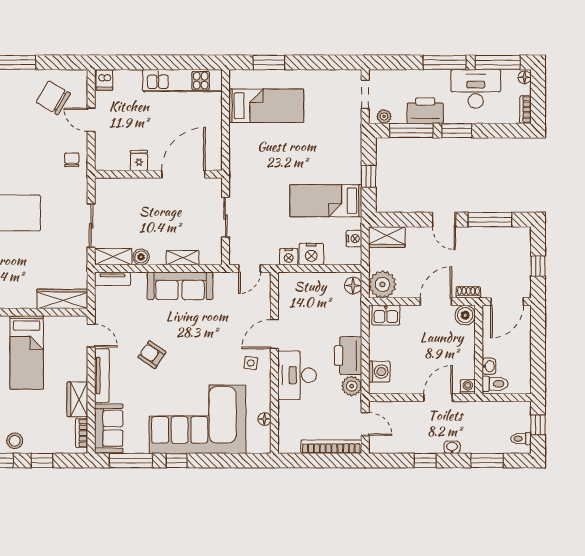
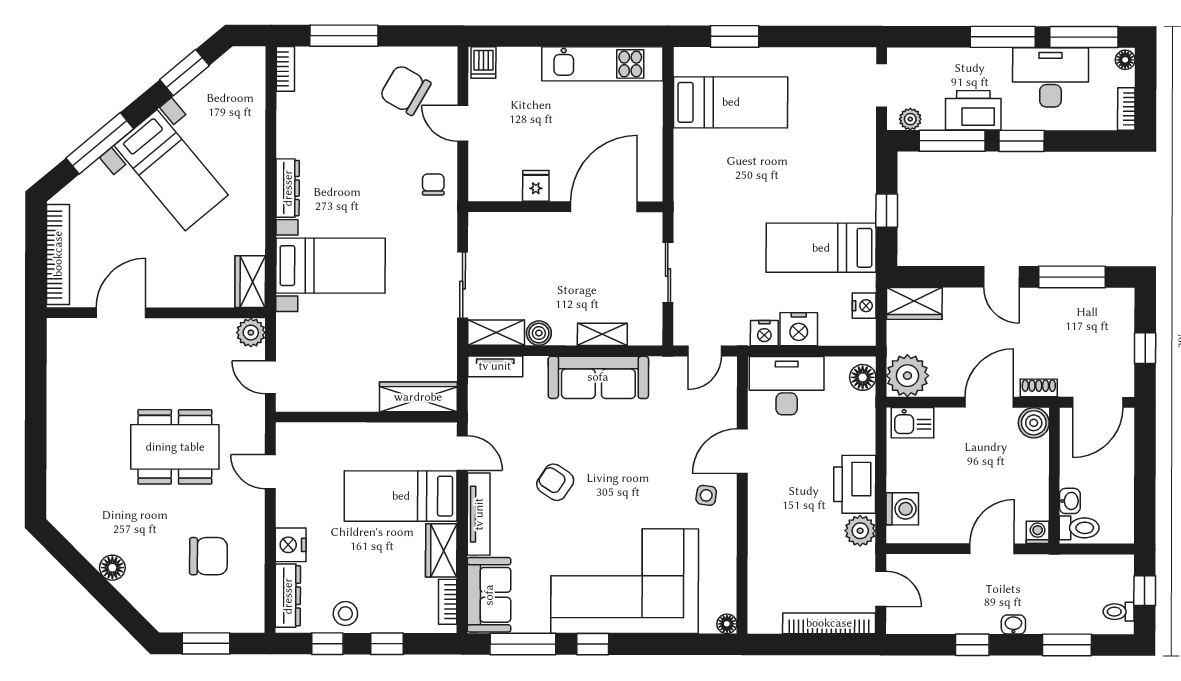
bed: (27, 352) -> (401, 496), moved, turned 90
desk: (297, 375) -> (787, 386), moved, turned 90
floor lamp: (264, 419) -> (727, 624), moved

